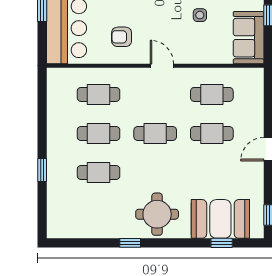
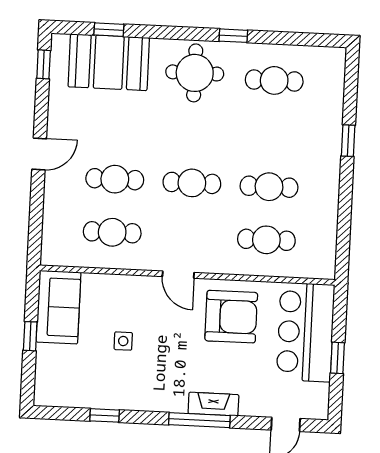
armchair: (122, 37) -> (231, 317), width x1.88, depth x1.88
cafe table: (99, 173) -> (274, 80), moved

